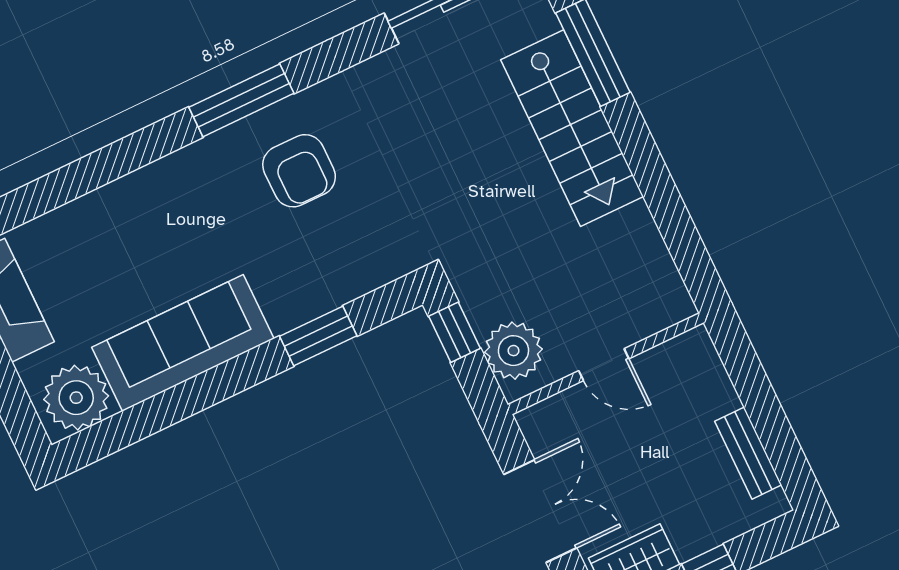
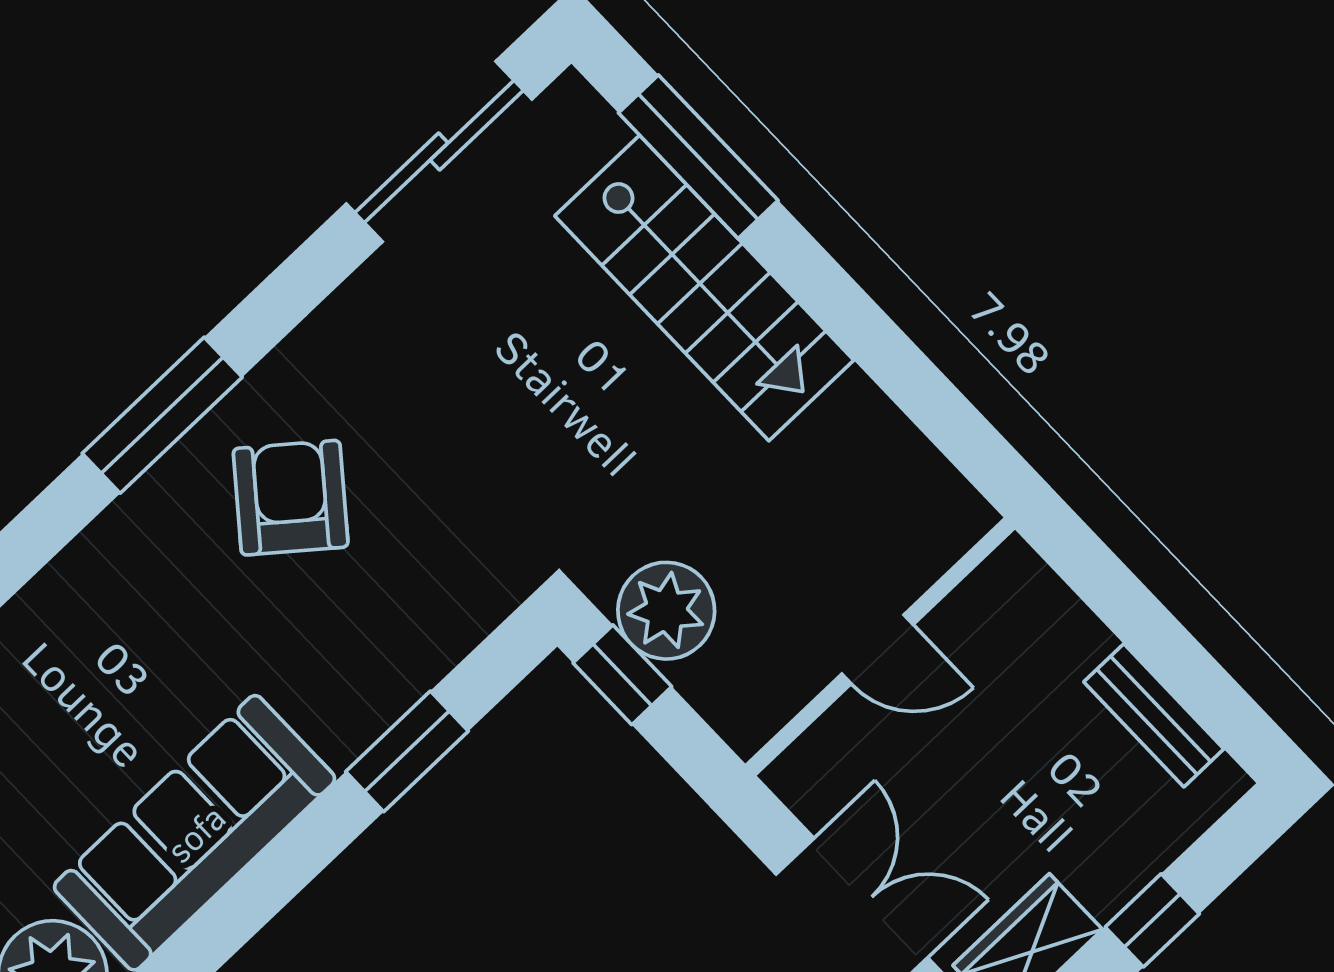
armchair: (299, 171) -> (291, 498), turned -141
plant: (513, 351) -> (666, 611), moved

